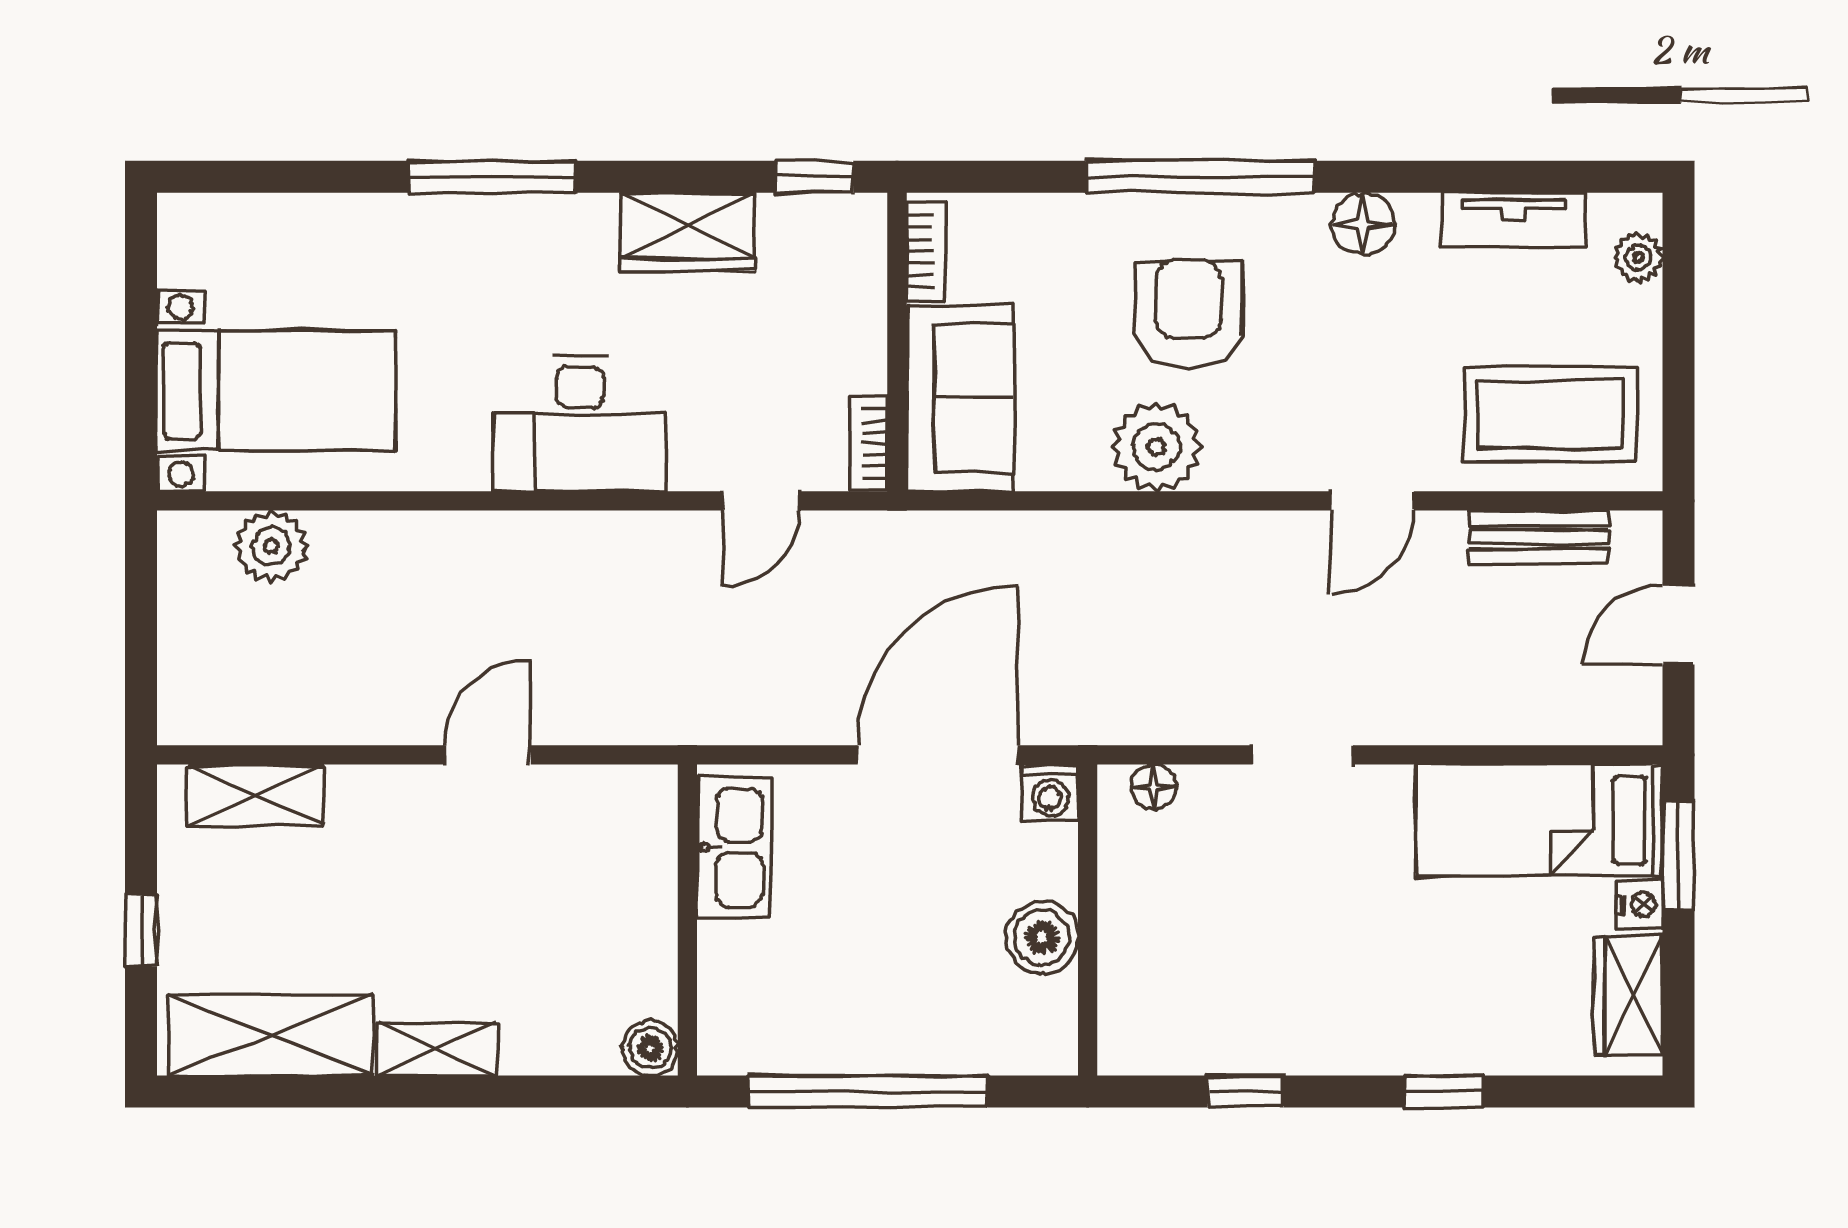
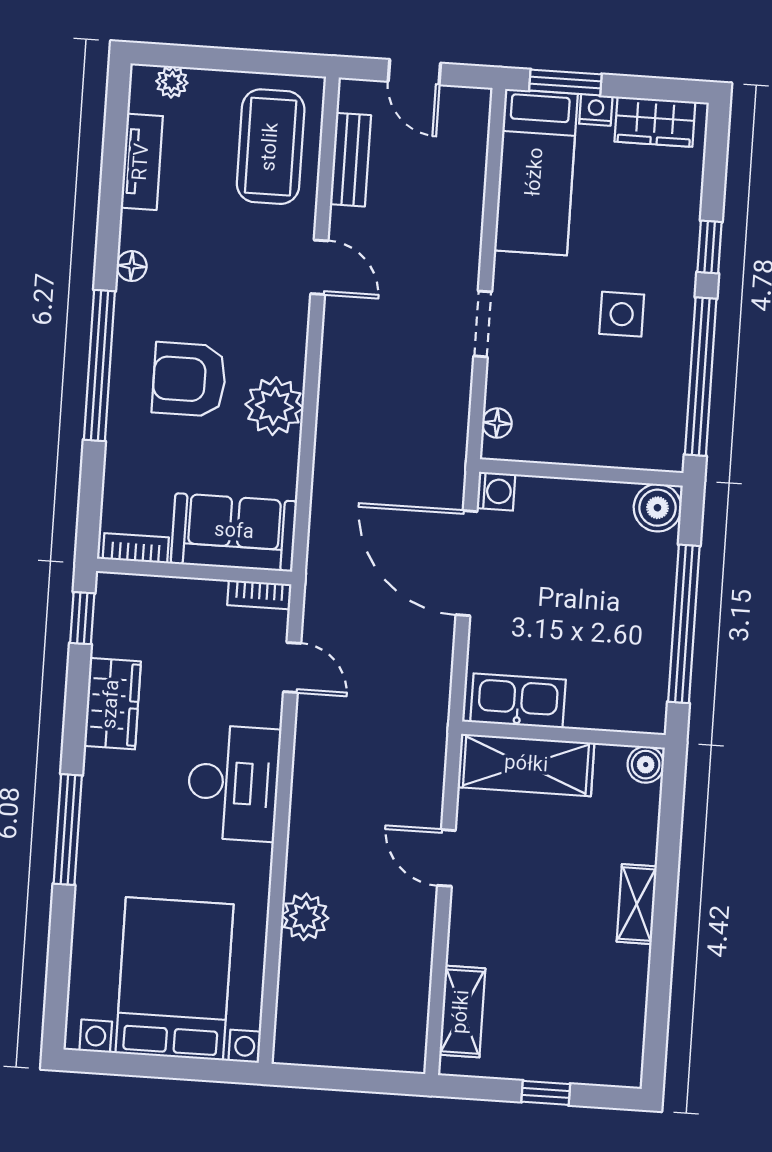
floor lamp: (1363, 224) -> (132, 266), width x0.73, depth x0.73
bed with nightstands: (276, 391) -> (174, 979), width x1.36
plant: (271, 546) -> (305, 917), moved
boiler: (1042, 937) -> (657, 508), moved
side table: (1332, 965) -> (622, 314), added
shelving: (271, 1035) -> (526, 765), moved, turned 90
window: (1245, 1092) -> (701, 377), width x3.17

